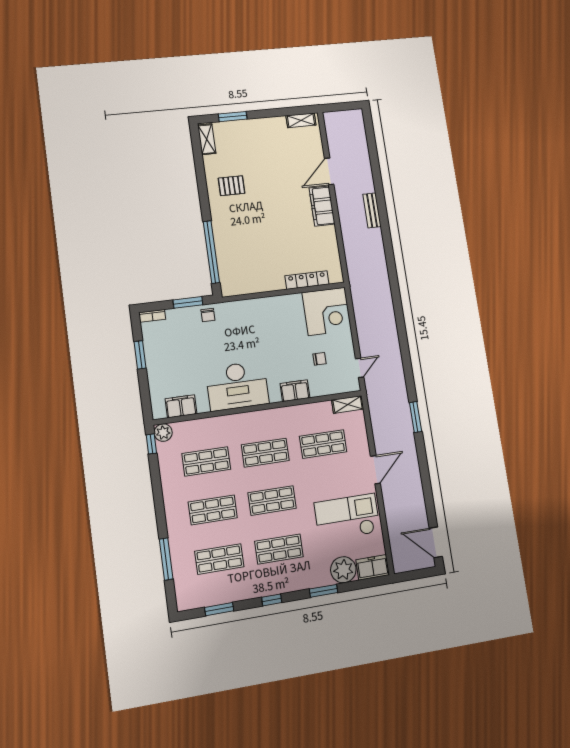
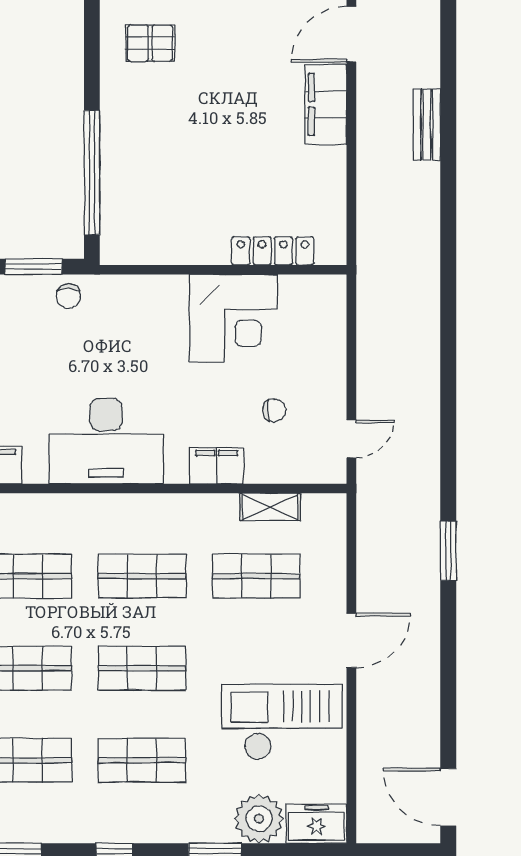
corner desk: (327, 311) -> (233, 318), moved
shelving: (348, 404) -> (270, 507), moved

